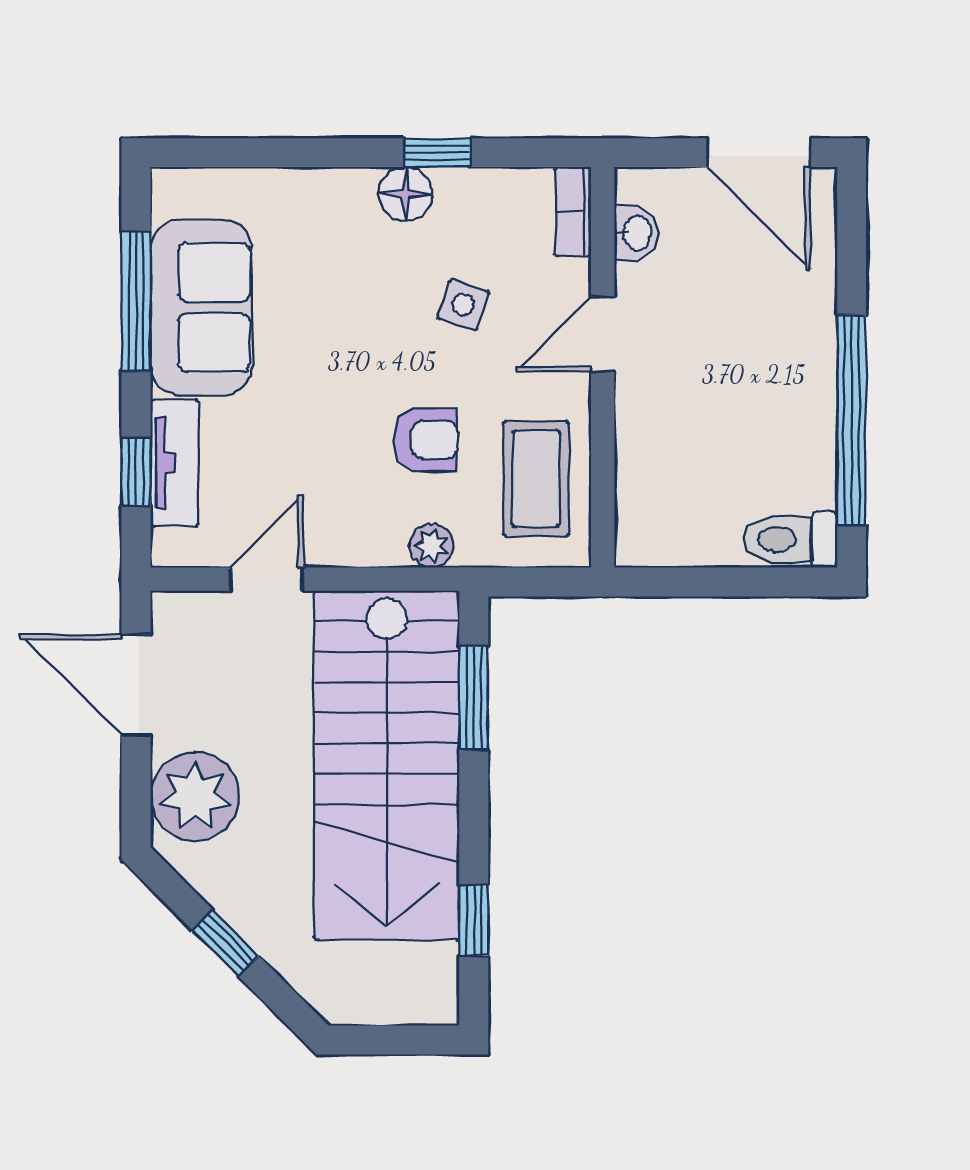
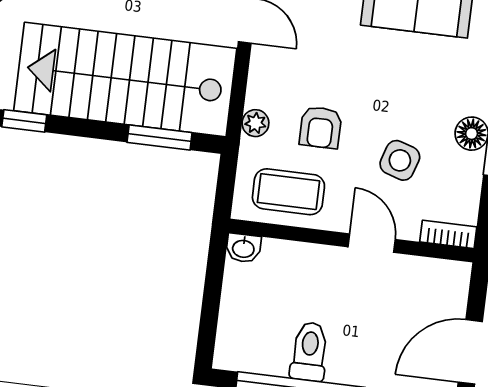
washbasin: (636, 233) -> (243, 248), moved
side table: (463, 305) -> (400, 160), width x1.37, depth x1.37
toilet: (790, 539) -> (309, 352), moved

